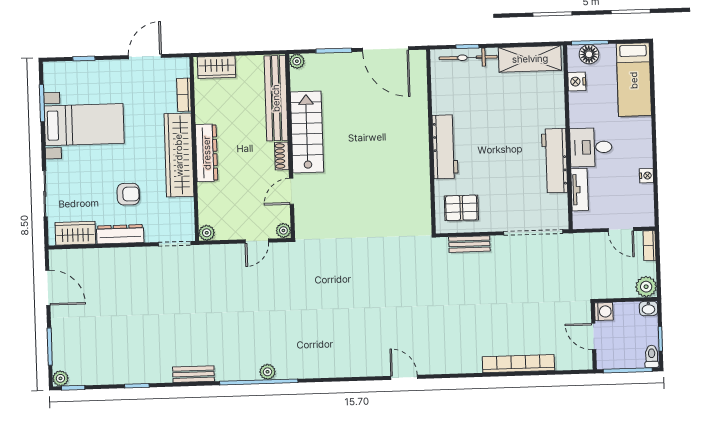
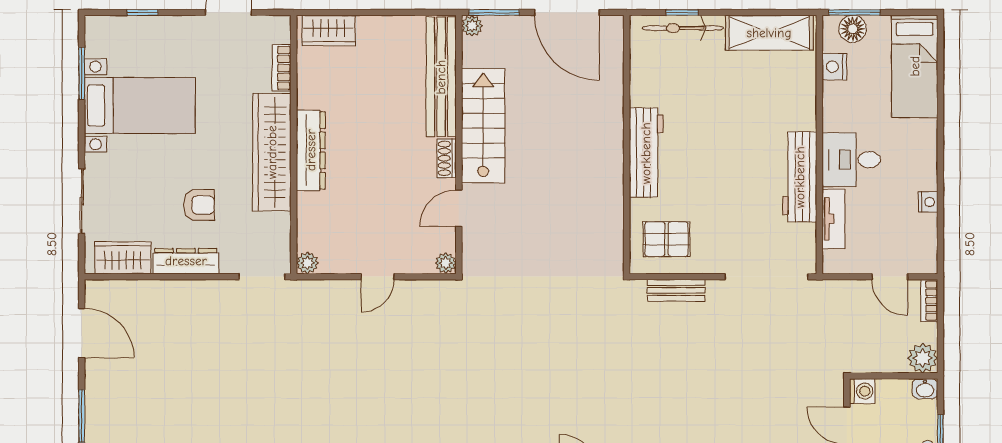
plant: (297, 61) -> (472, 26), moved
bench: (276, 98) -> (441, 77), moved
stairs: (307, 132) -> (483, 126), moved
wall: (290, 146) -> (459, 145), moved
shoe rack: (282, 156) -> (447, 158), moved
door: (292, 191) -> (459, 208), moved
plant: (283, 230) -> (446, 263), moved

